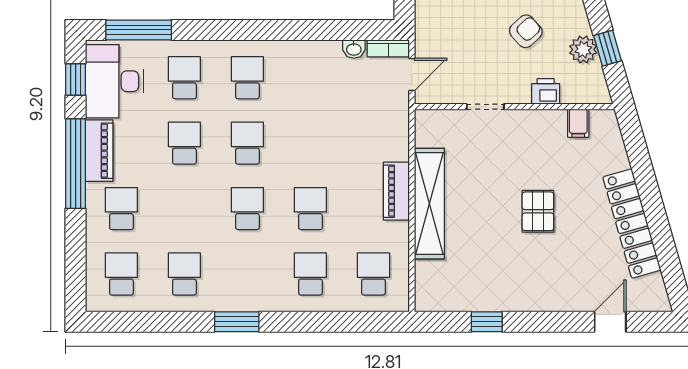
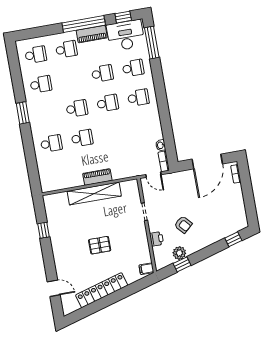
filing cabinet: (578, 123) -> (146, 269), moved
school desk: (373, 274) -> (57, 173), removed

